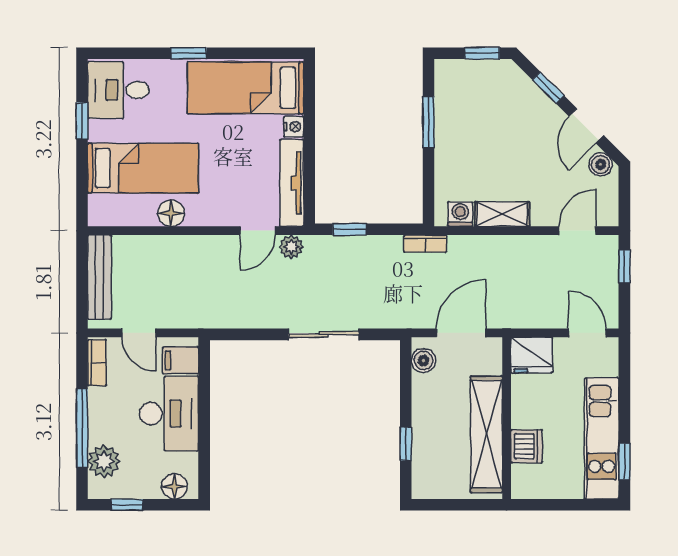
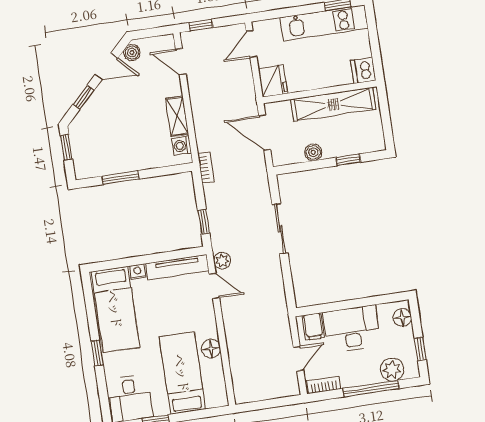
bench: (100, 277) -> (263, 392), removed
boiler: (423, 360) -> (313, 152), moved
dishwasher: (526, 446) -> (363, 70), moved, turned -90

